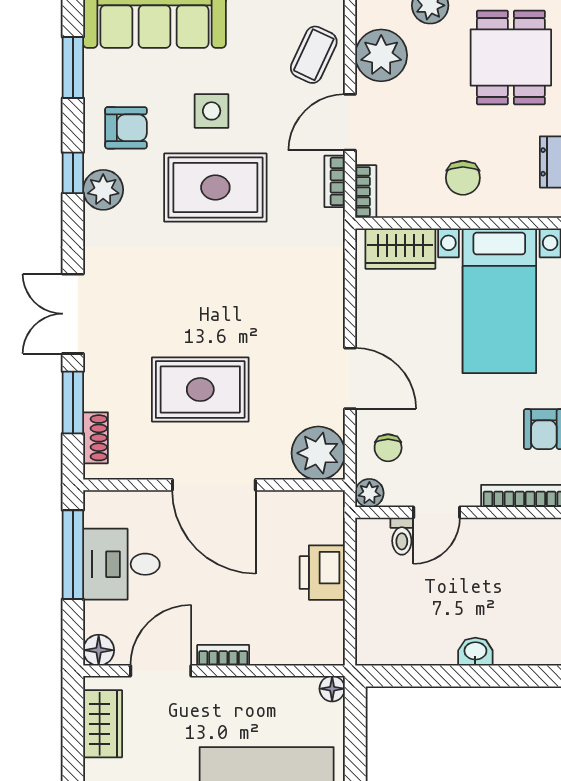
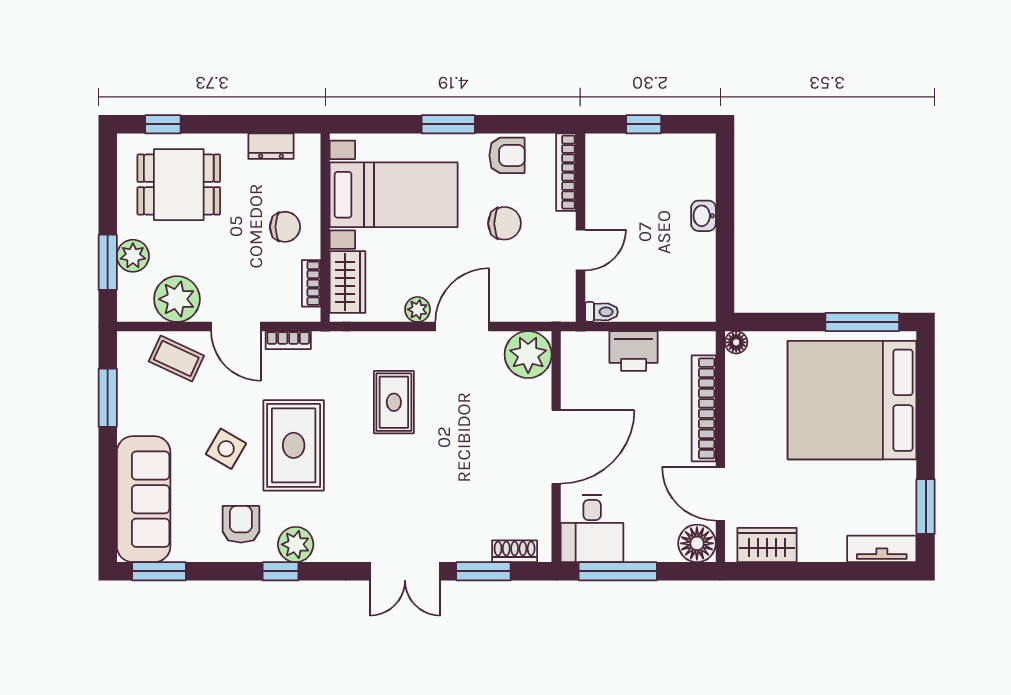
window: (73, 68) -> (159, 571), moved
side table: (212, 111) -> (226, 449), turned 30
bookcase: (366, 192) -> (311, 283), moved, turned -90
rug: (200, 390) -> (394, 402), moved, width x0.73, depth x0.70
chair: (388, 448) -> (504, 223), moved, width x1.37, depth x1.37
plant: (369, 493) -> (418, 309), moved
door: (437, 512) -> (580, 250), hinge flipped
toilet: (402, 536) -> (601, 312), moved
desk: (121, 564) -> (592, 528), moved
floor lamp: (99, 650) -> (697, 543), width x1.38, depth x1.38
bookcase: (223, 655) -> (704, 408), width x2.31, depth x1.31

